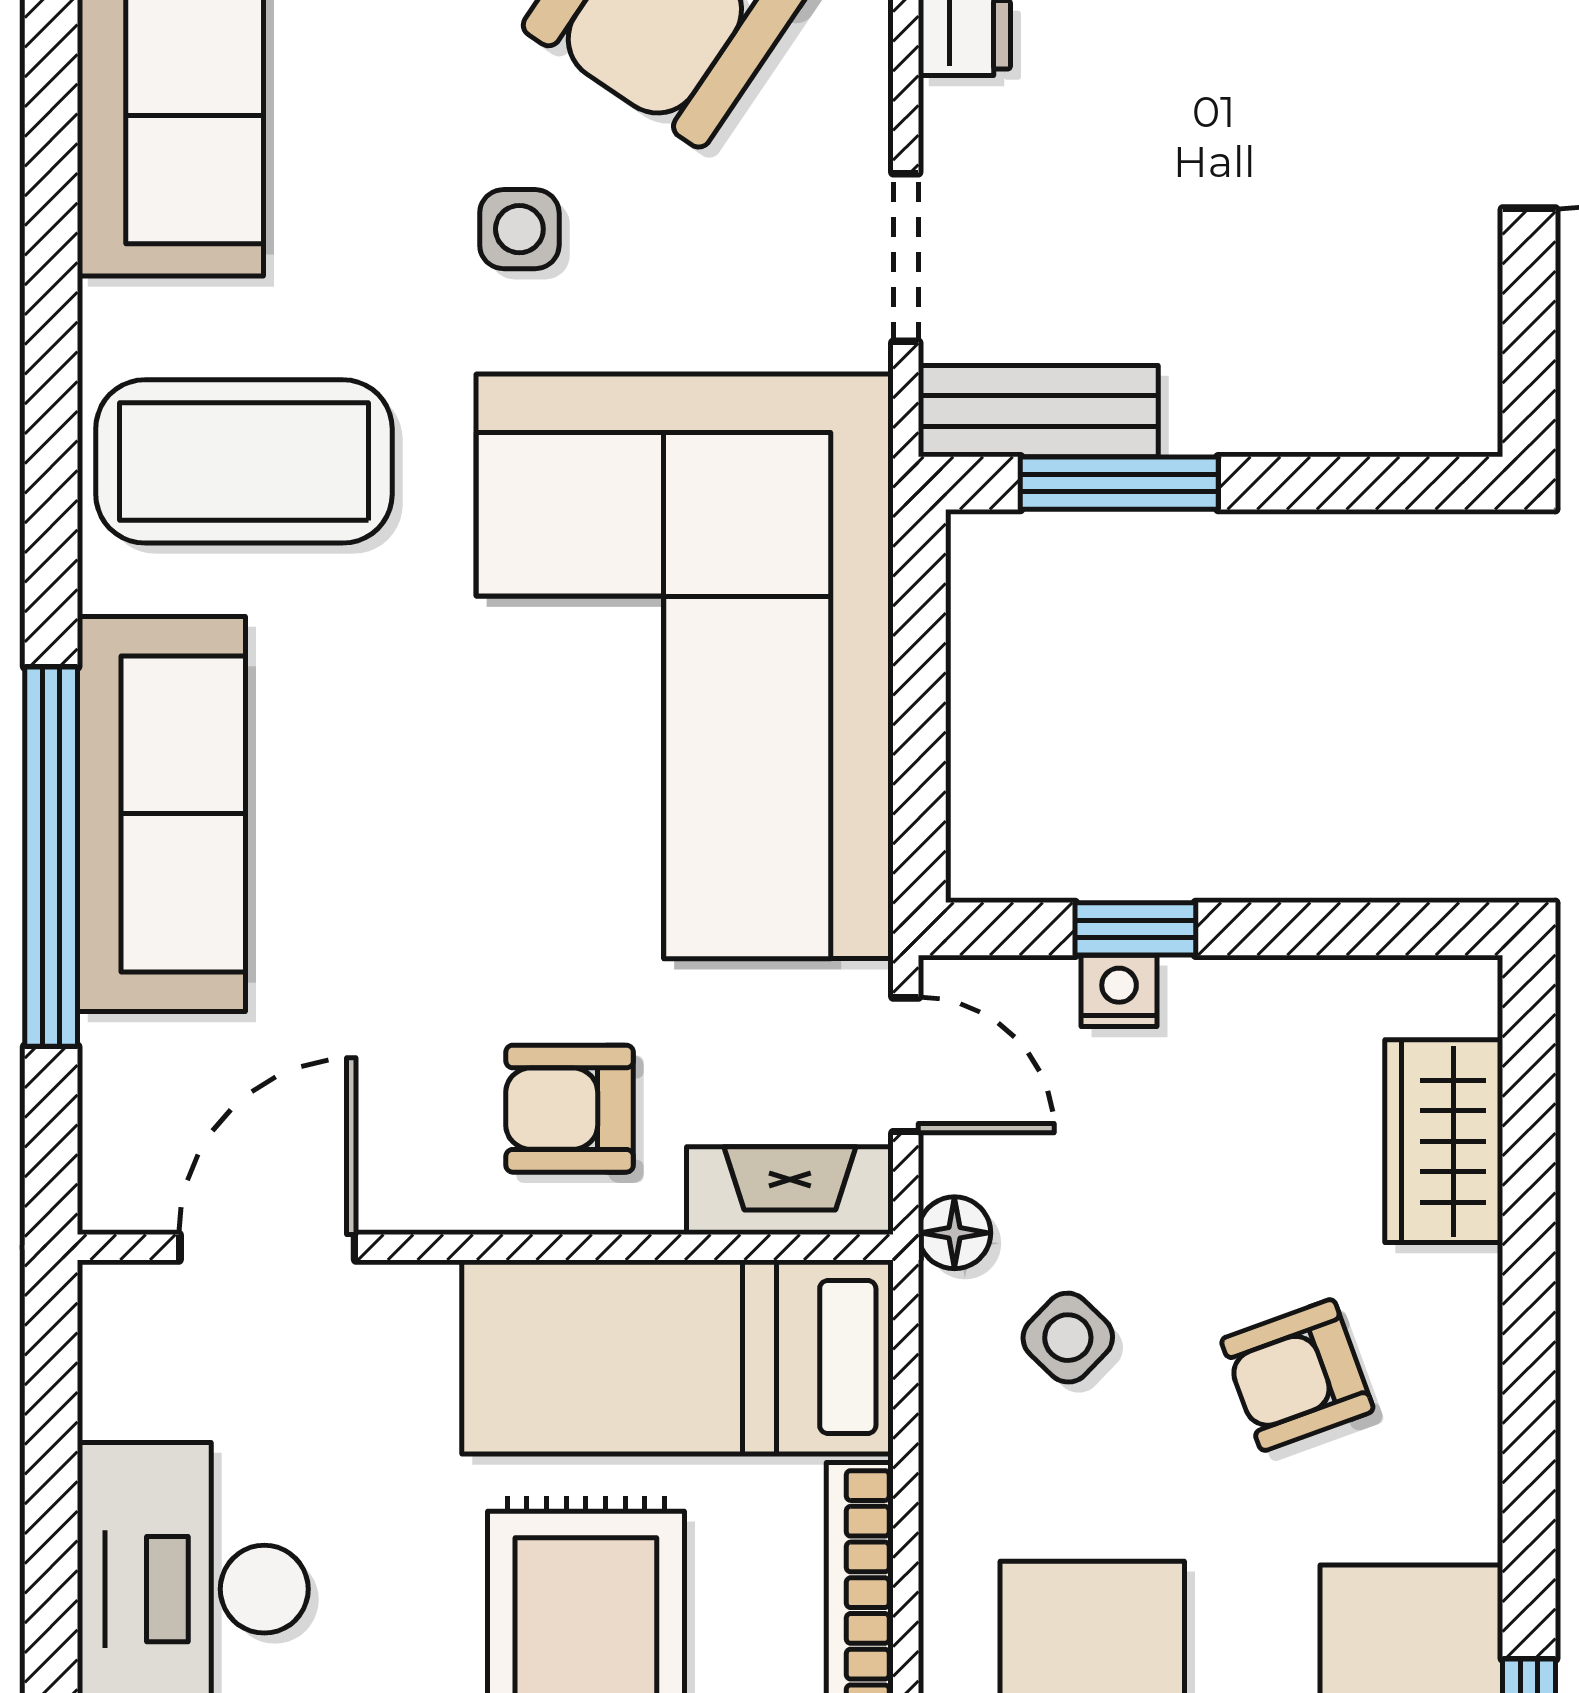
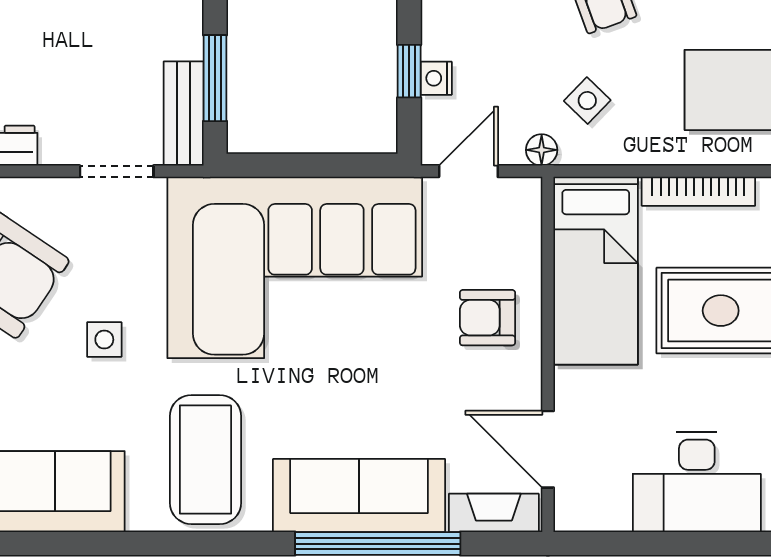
armchair: (570, 1109) -> (487, 318), turned 90
fireplace: (790, 1191) -> (494, 513), moved, turned 90

